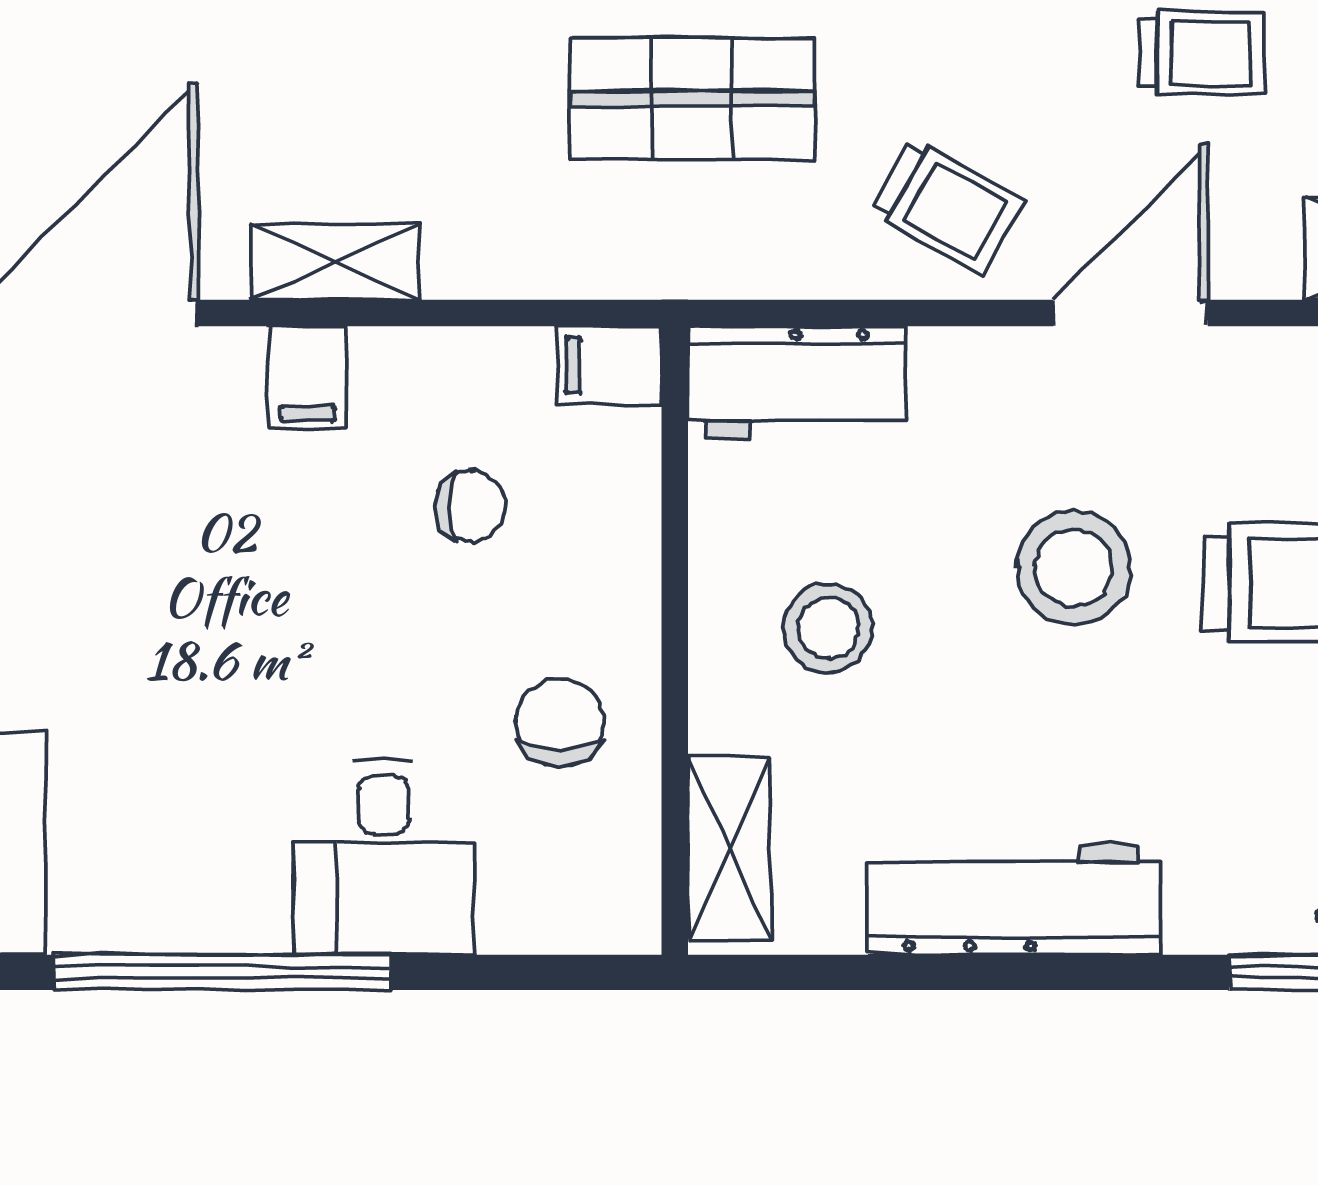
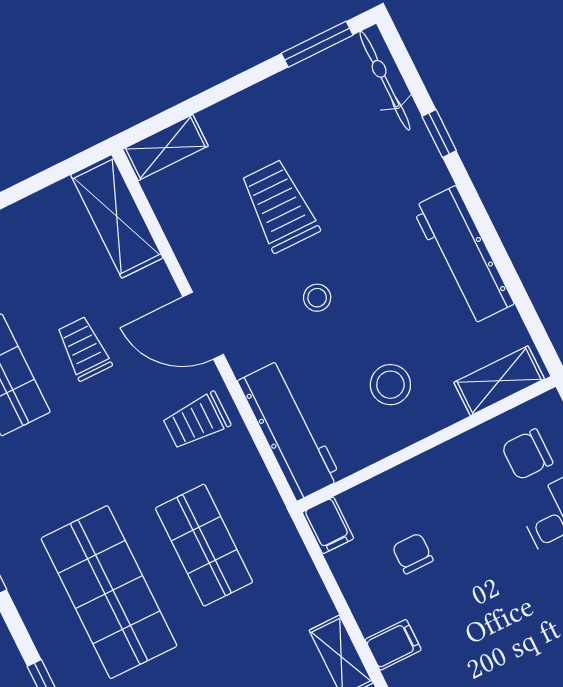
trolley: (947, 206) -> (197, 421), turned -119
workbench: (797, 382) -> (289, 430), width x1.38
stool: (1074, 568) -> (317, 298), width x0.53, depth x0.53
chair: (560, 722) -> (527, 454), moved

